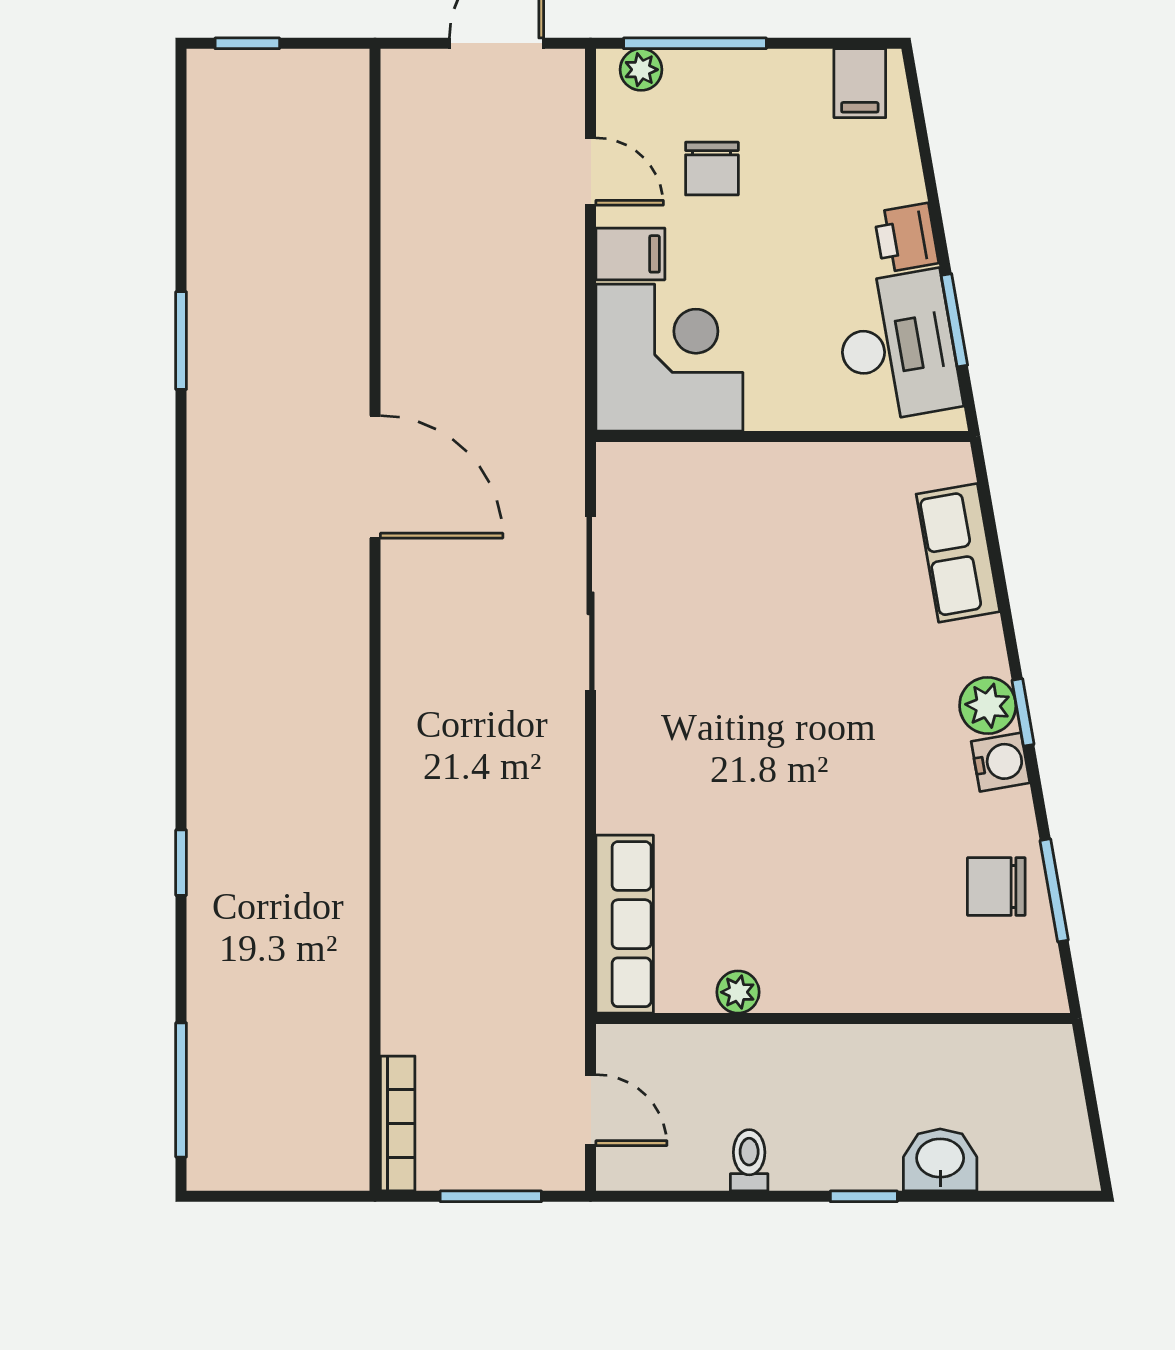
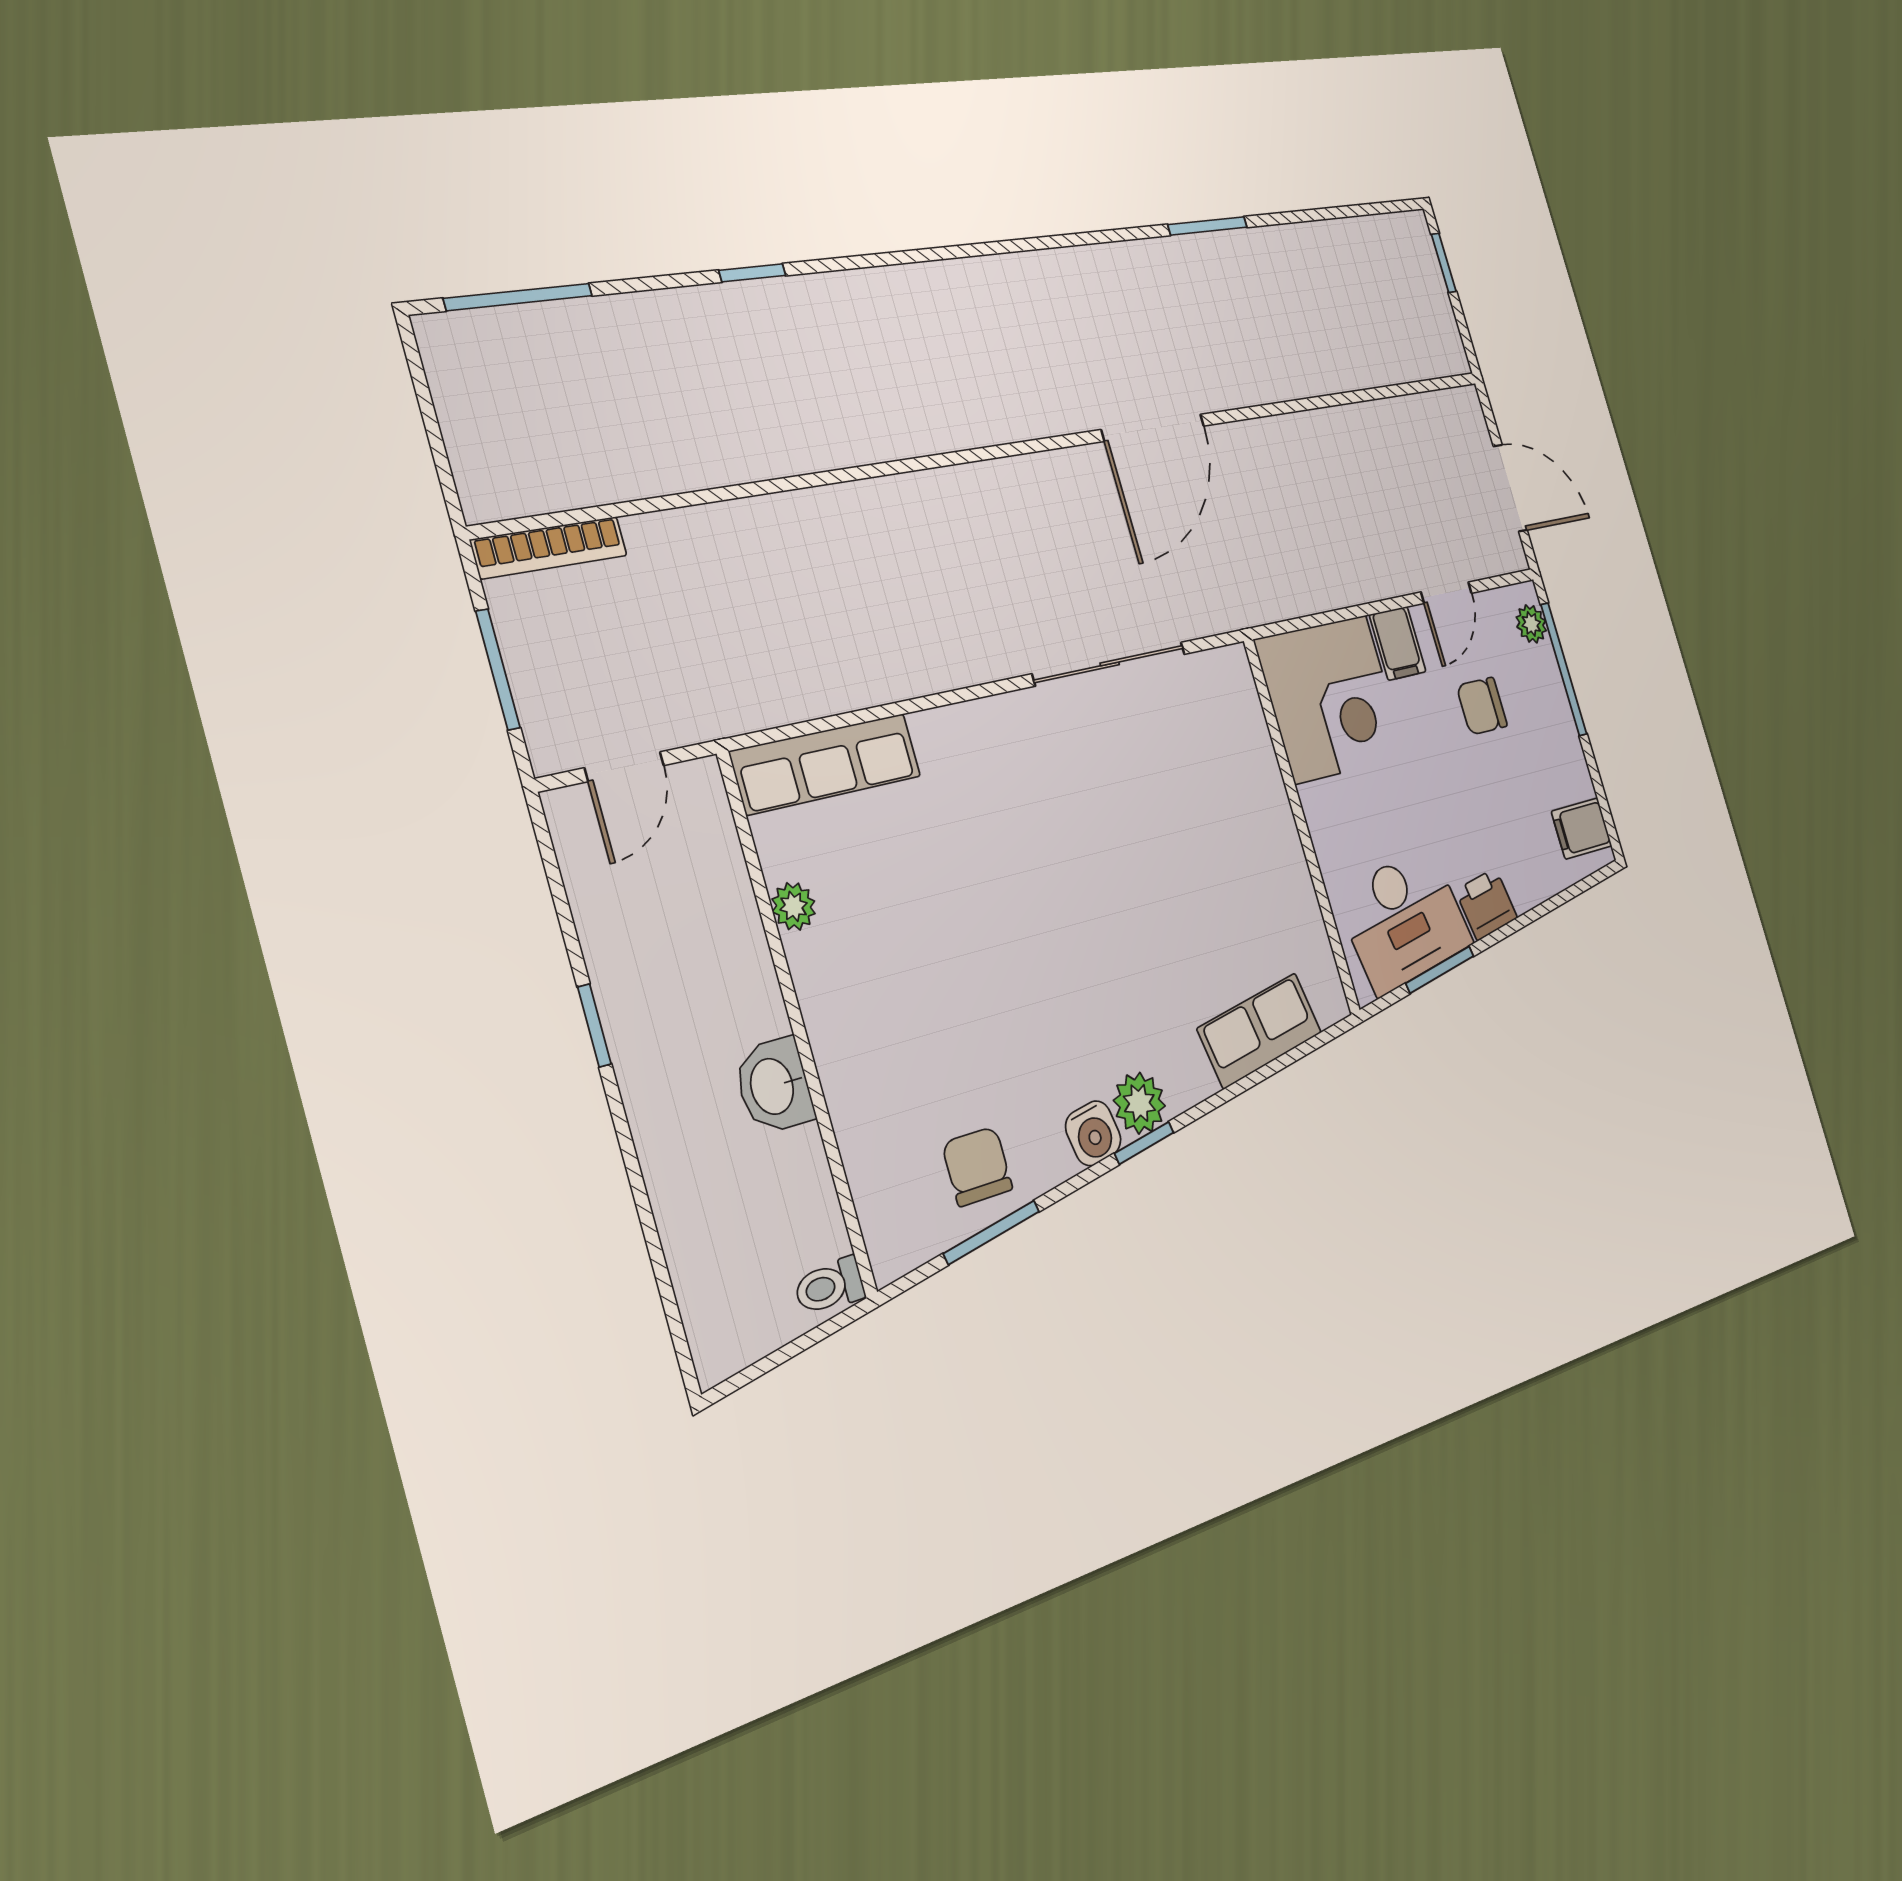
toilet: (749, 1160) -> (829, 1286), moved, turned 180
washbasin: (940, 1160) -> (774, 1086), moved, turned 180
window: (864, 1196) -> (594, 1025), moved

